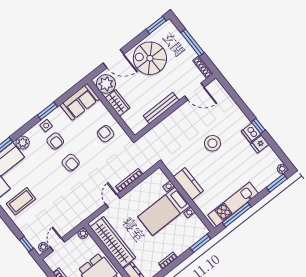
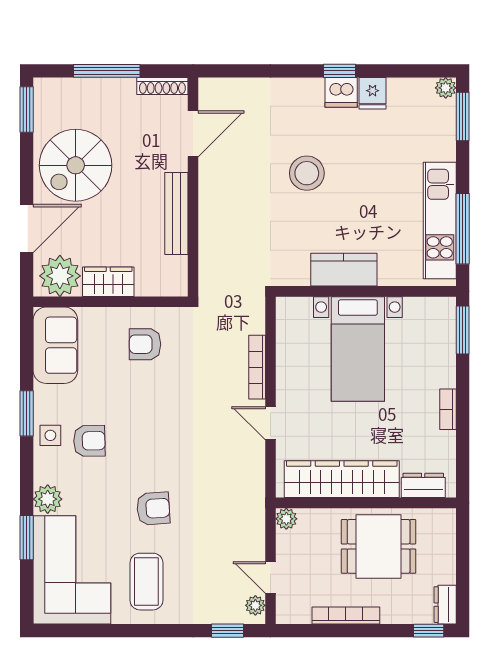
armchair: (71, 163) -> (153, 508), moved

